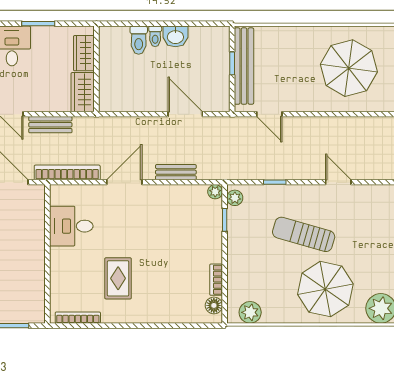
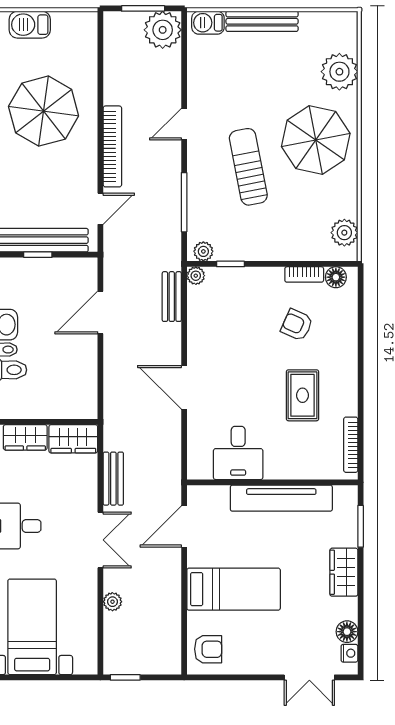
bookcase: (67, 172) -> (112, 146), moved, turned 180
bench: (176, 172) -> (172, 297), moved
window: (275, 182) -> (184, 202), width x2.17
sun lounger: (304, 234) -> (248, 167), turned 153
tv unit: (34, 261) -> (281, 498), added
armchair: (175, 274) -> (297, 325), added
rug: (118, 278) -> (302, 395), turned 90

